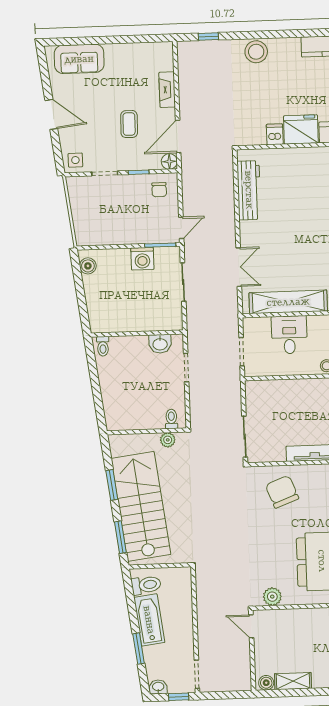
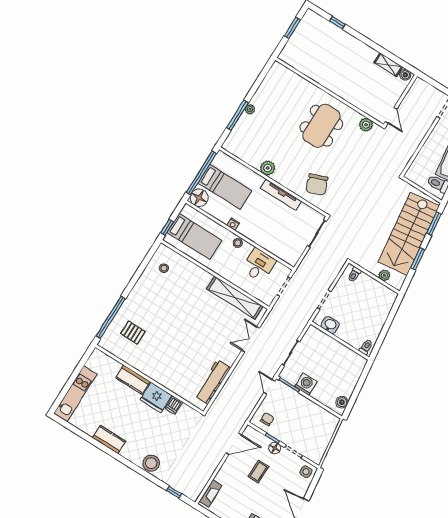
fireplace: (167, 90) -> (211, 493), moved
floor lamp: (169, 161) -> (275, 448), moved
door: (181, 228) -> (269, 387), hinge flipped
desk: (289, 335) -> (259, 265), moved, turned 180
plant: (168, 440) -> (384, 275), moved

